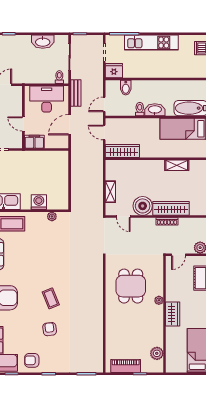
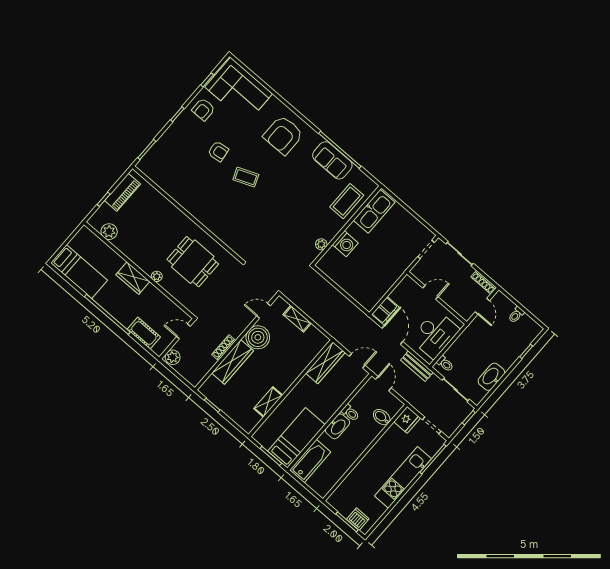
filing cabinet: (34, 142) -> (385, 311), moved
door: (178, 255) -> (183, 331), hinge flipped
armchair: (32, 360) -> (203, 109), turned 180

